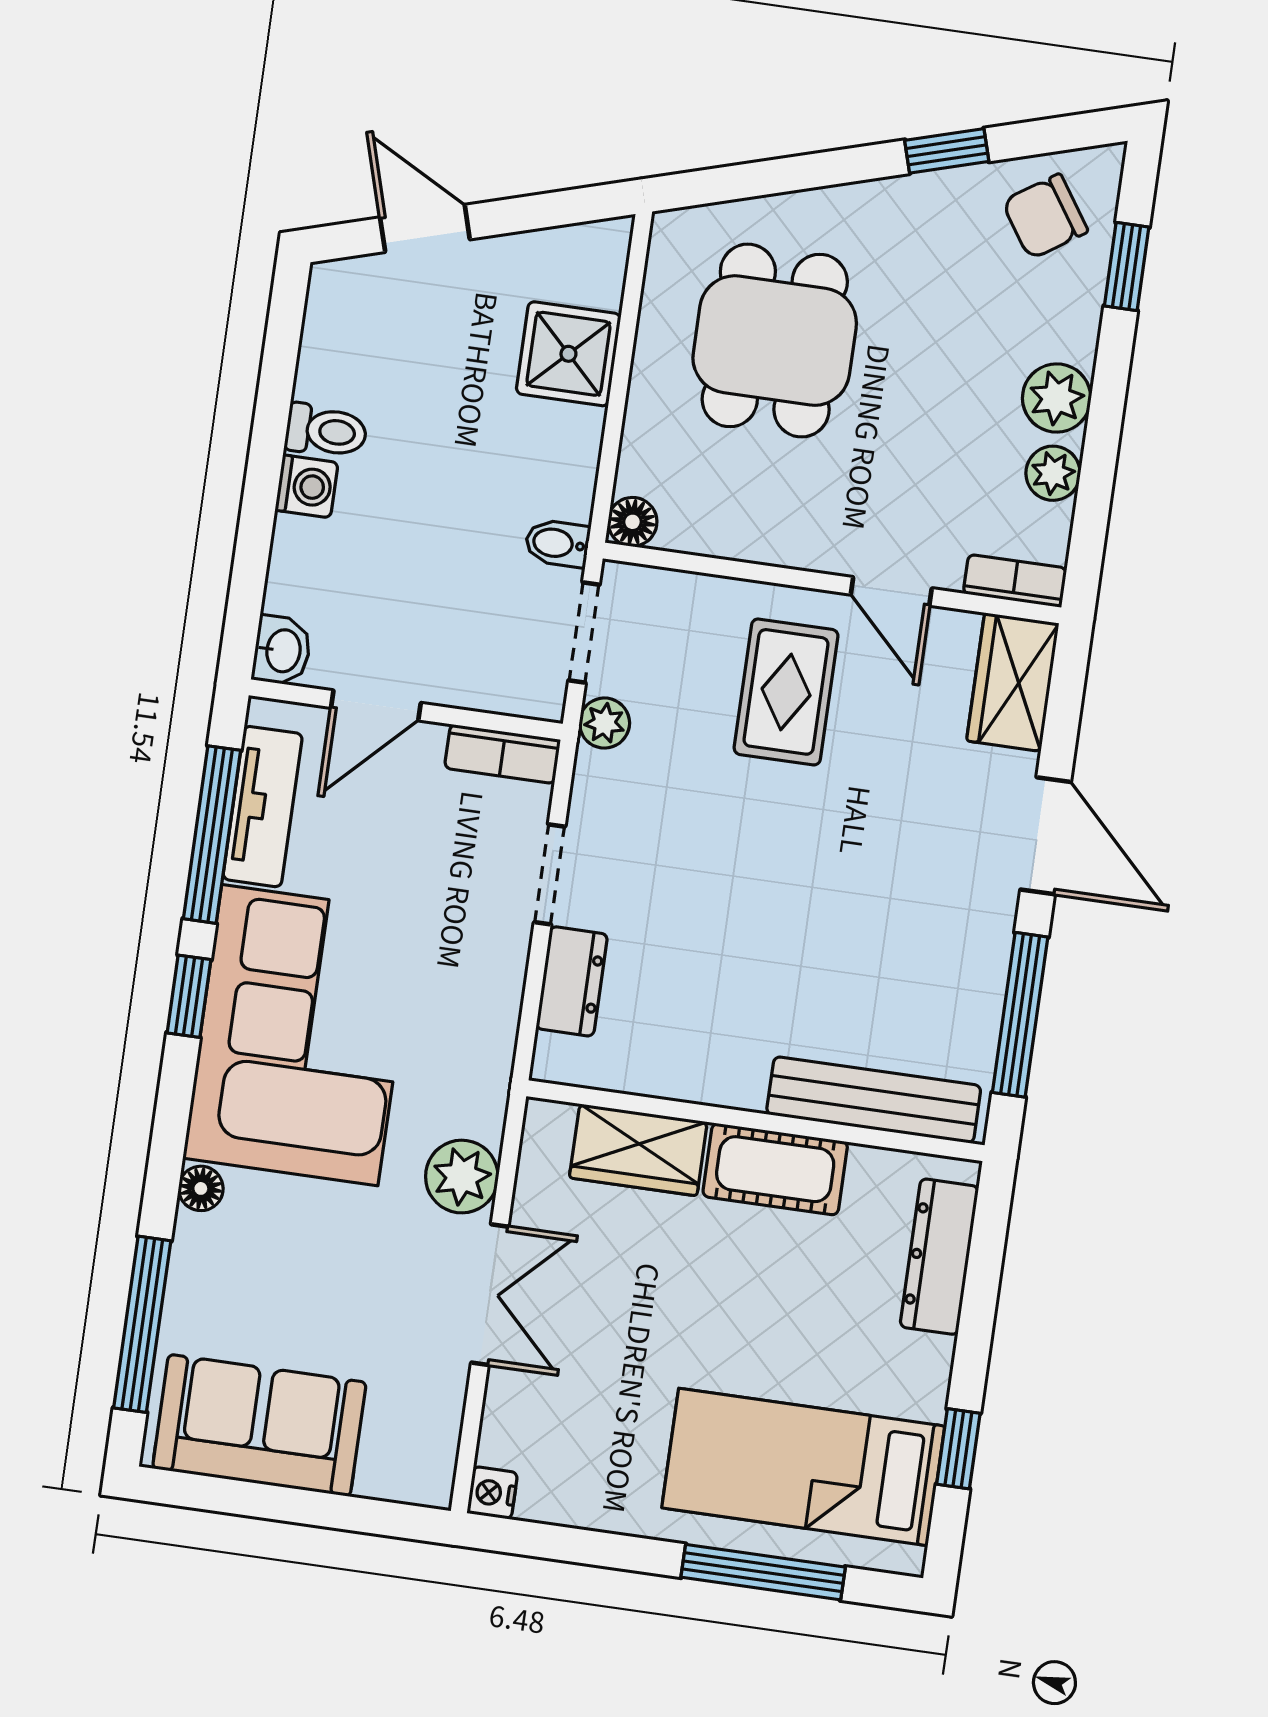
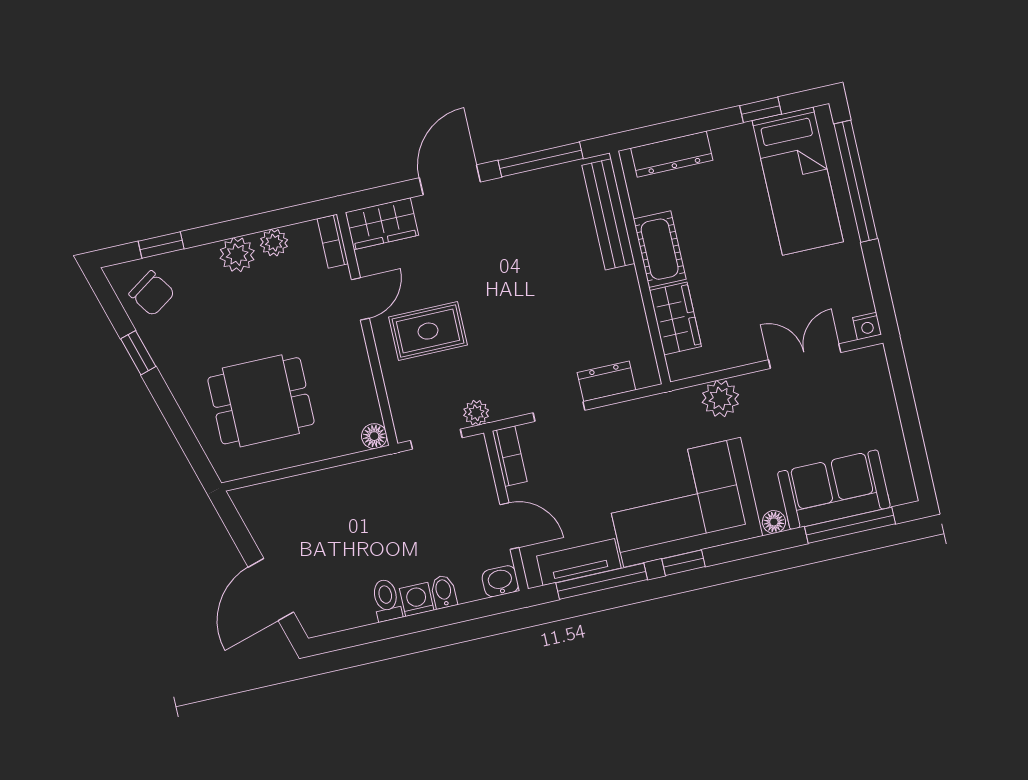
door: (425, 228) -> (271, 590), width x1.38
shower: (568, 354) -> (305, 498), removed
bidet: (557, 543) -> (444, 592), moved, turned 180
double door: (490, 1295) -> (805, 356), moved
sofa: (259, 1425) -> (834, 490), moved, turned 90
window: (763, 1572) -> (856, 181), width x1.46

